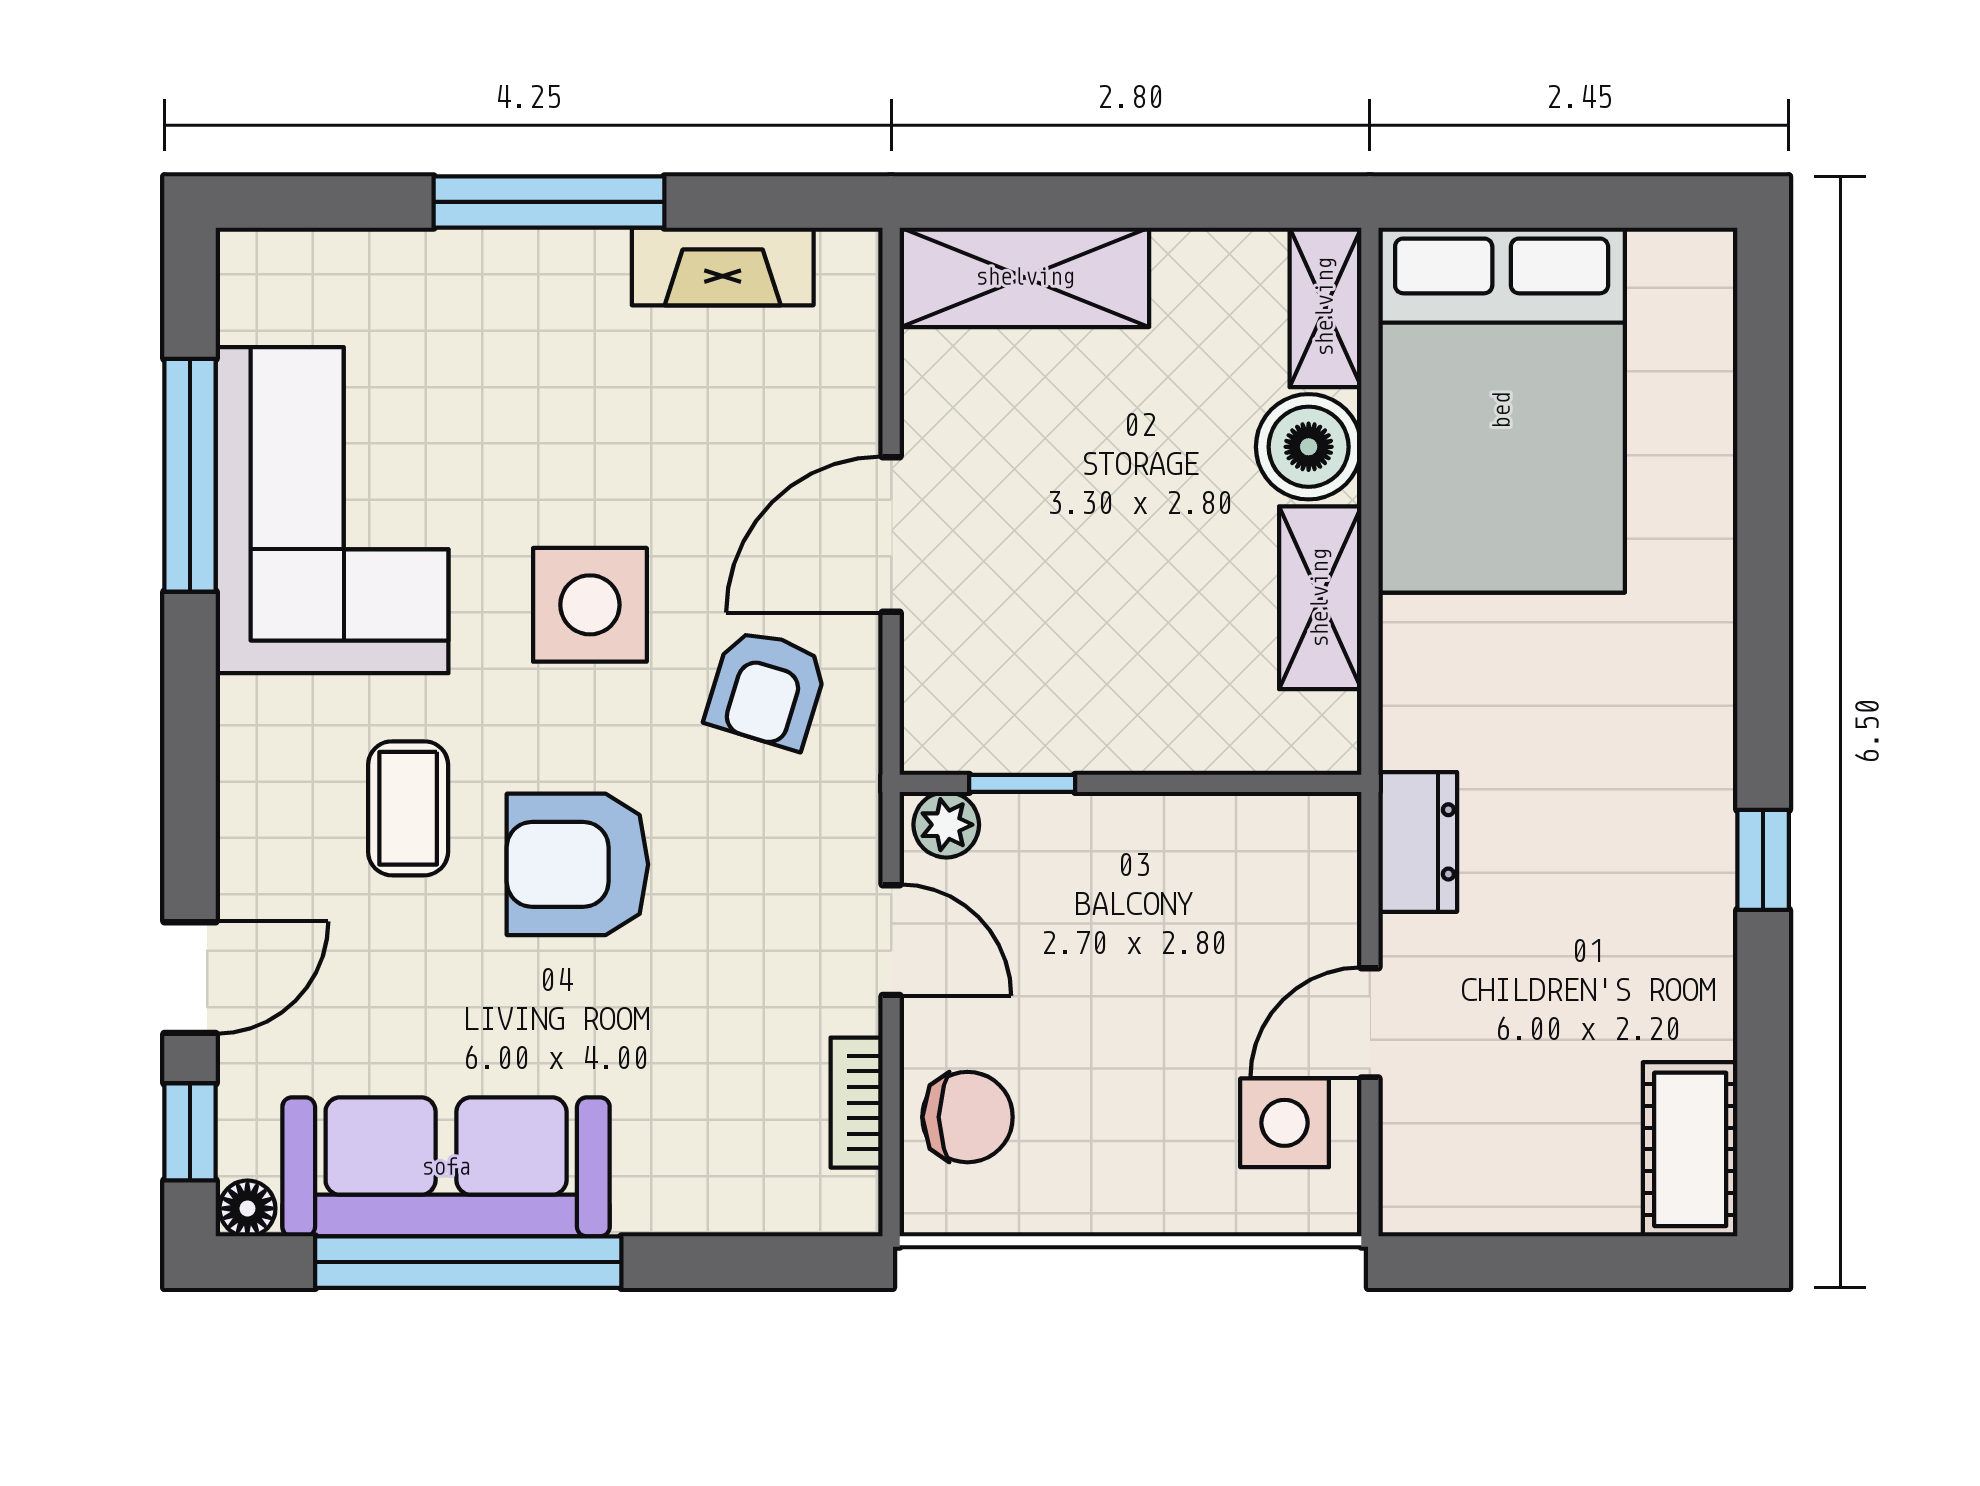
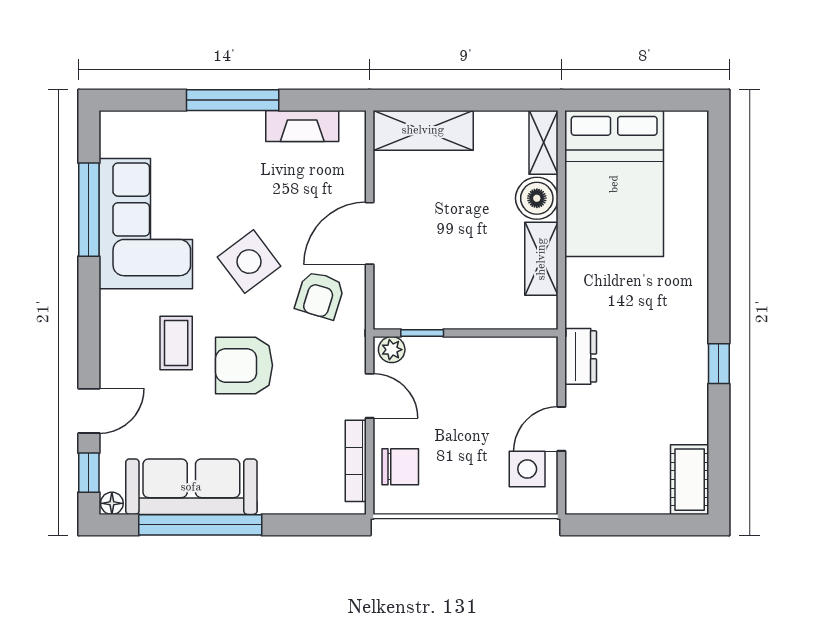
side table: (590, 605) -> (249, 262), turned -37
bookcase: (857, 1103) -> (356, 461), width x1.56

